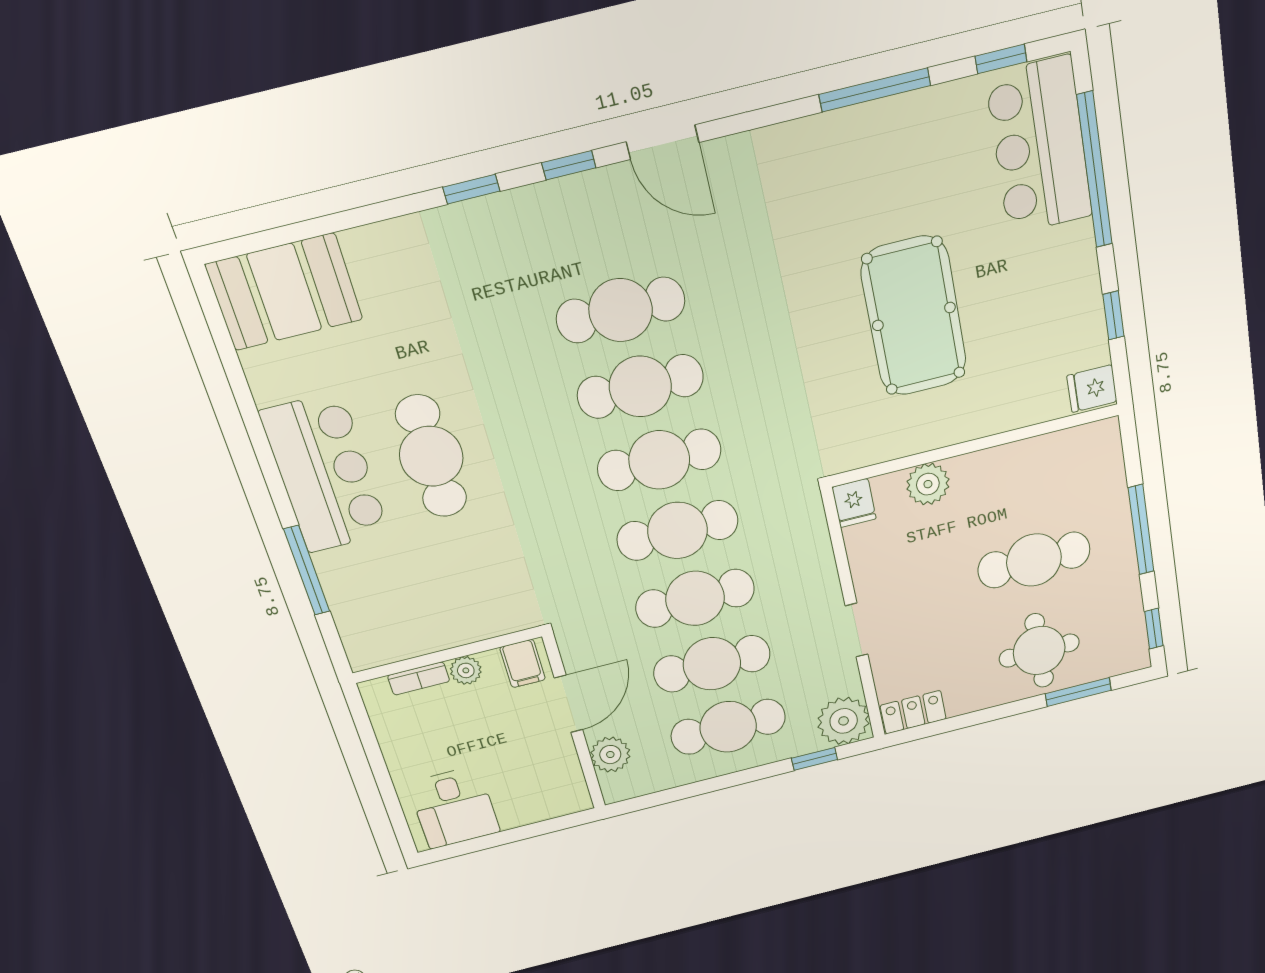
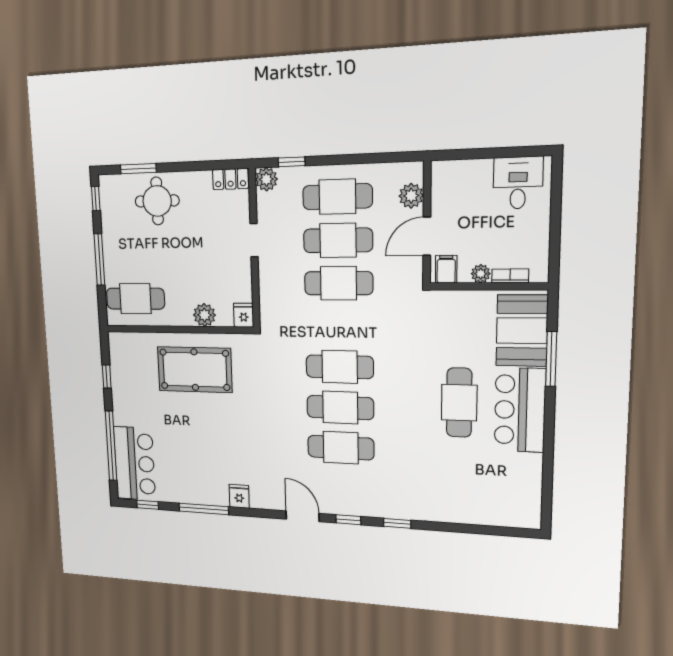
booth: (284, 292) -> (522, 331), moved, turned 90
pool table: (914, 316) -> (195, 370), moved, turned 90
fridge: (1092, 389) -> (239, 496), moved, turned -90
cafe table: (678, 530) -> (339, 325), removed
cafe table: (1034, 560) -> (135, 299), moved
plant: (844, 721) -> (266, 179), width x0.73, depth x0.73

